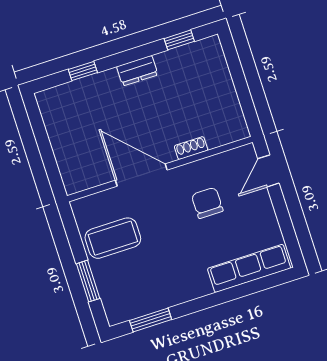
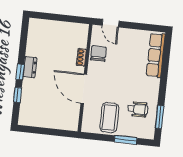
window: (179, 40) -> (20, 72), moved
door: (141, 175) -> (84, 89), hinge flipped
chair: (207, 203) -> (98, 53), moved, turned 90
wheelchair: (147, 279) -> (138, 109), added

